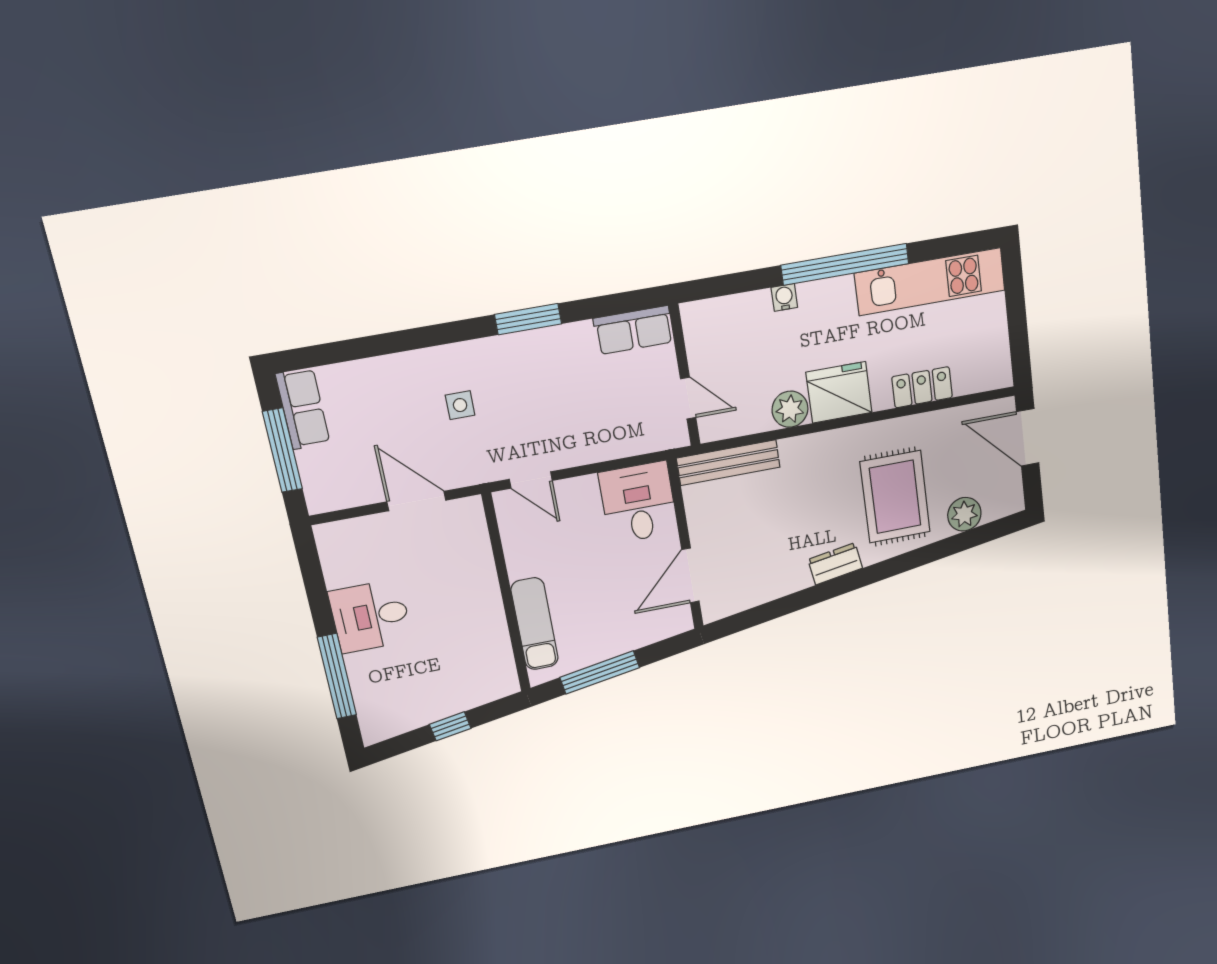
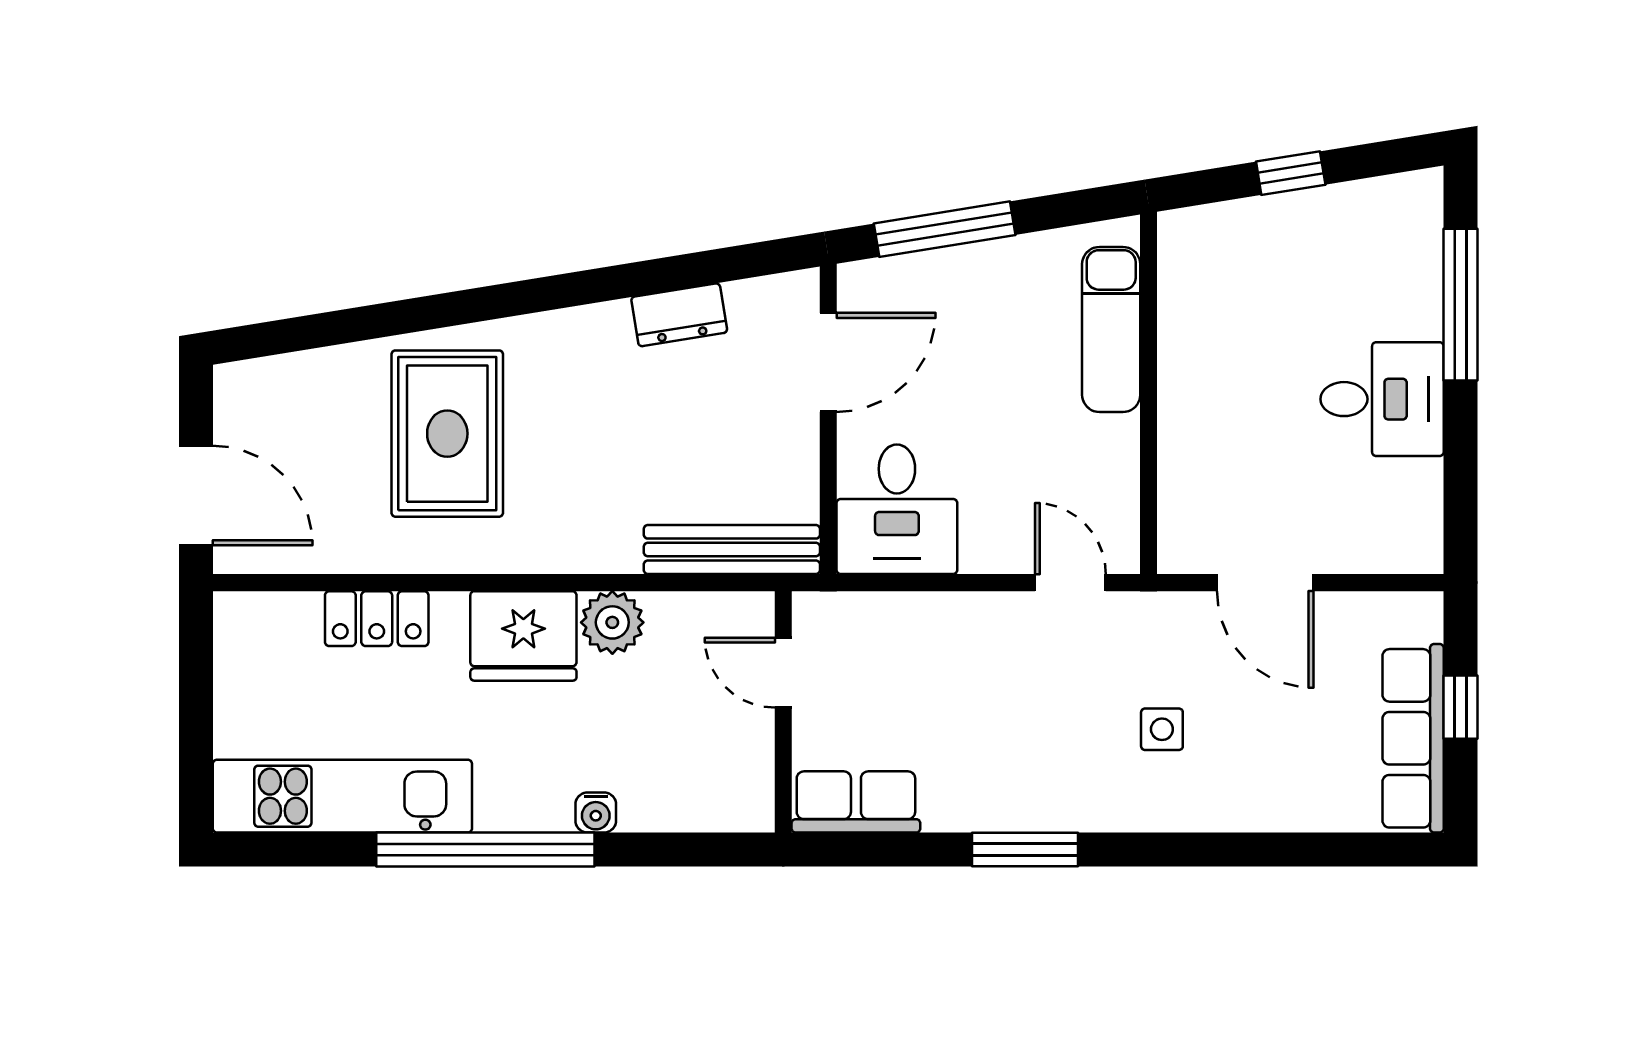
row of seats: (303, 409) -> (1413, 738), width x1.48
window: (282, 450) -> (1460, 707), width x0.46
plant: (964, 514) -> (326, 378), removed
dresser: (835, 564) -> (679, 315), moved
window: (600, 672) -> (945, 229), moved

